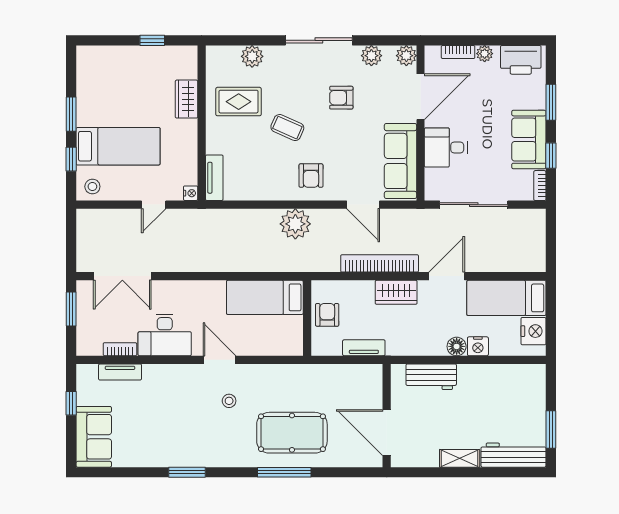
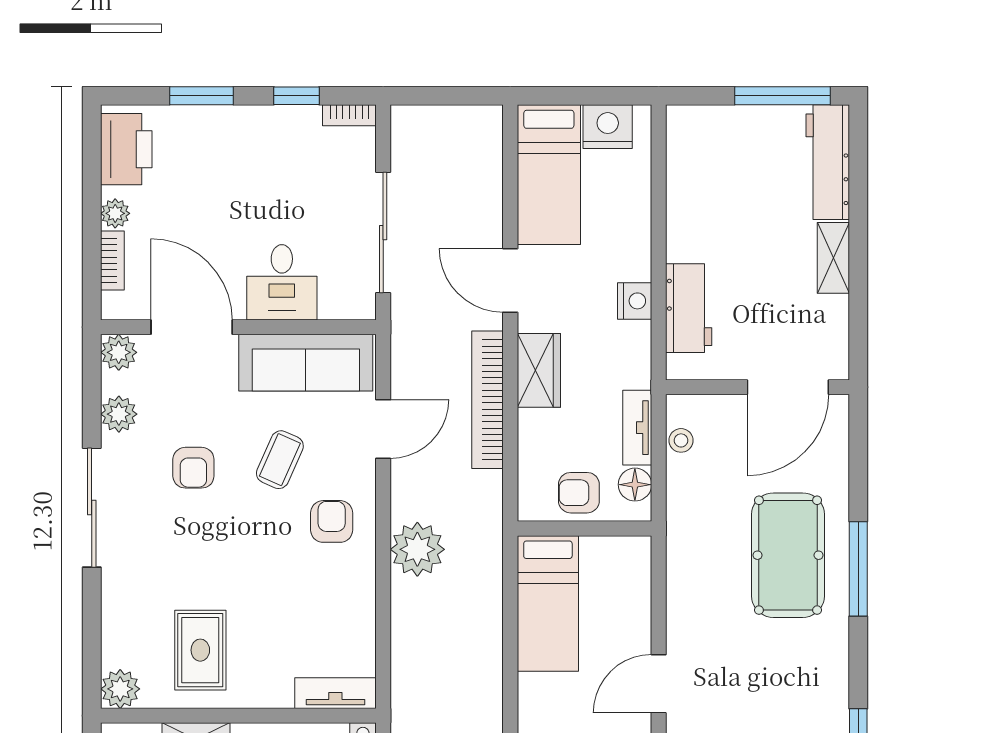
plant: (252, 56) -> (120, 689), moved
coffee table: (287, 128) -> (280, 460), moved
sofa: (529, 140) -> (268, 135), removed
armchair: (311, 176) -> (332, 521), turned -90
floor lamp: (457, 346) -> (635, 485), moved
nightstand: (478, 346) -> (635, 301), moved
stool: (229, 401) -> (681, 440), moved
window: (551, 430) -> (782, 96), width x1.44

